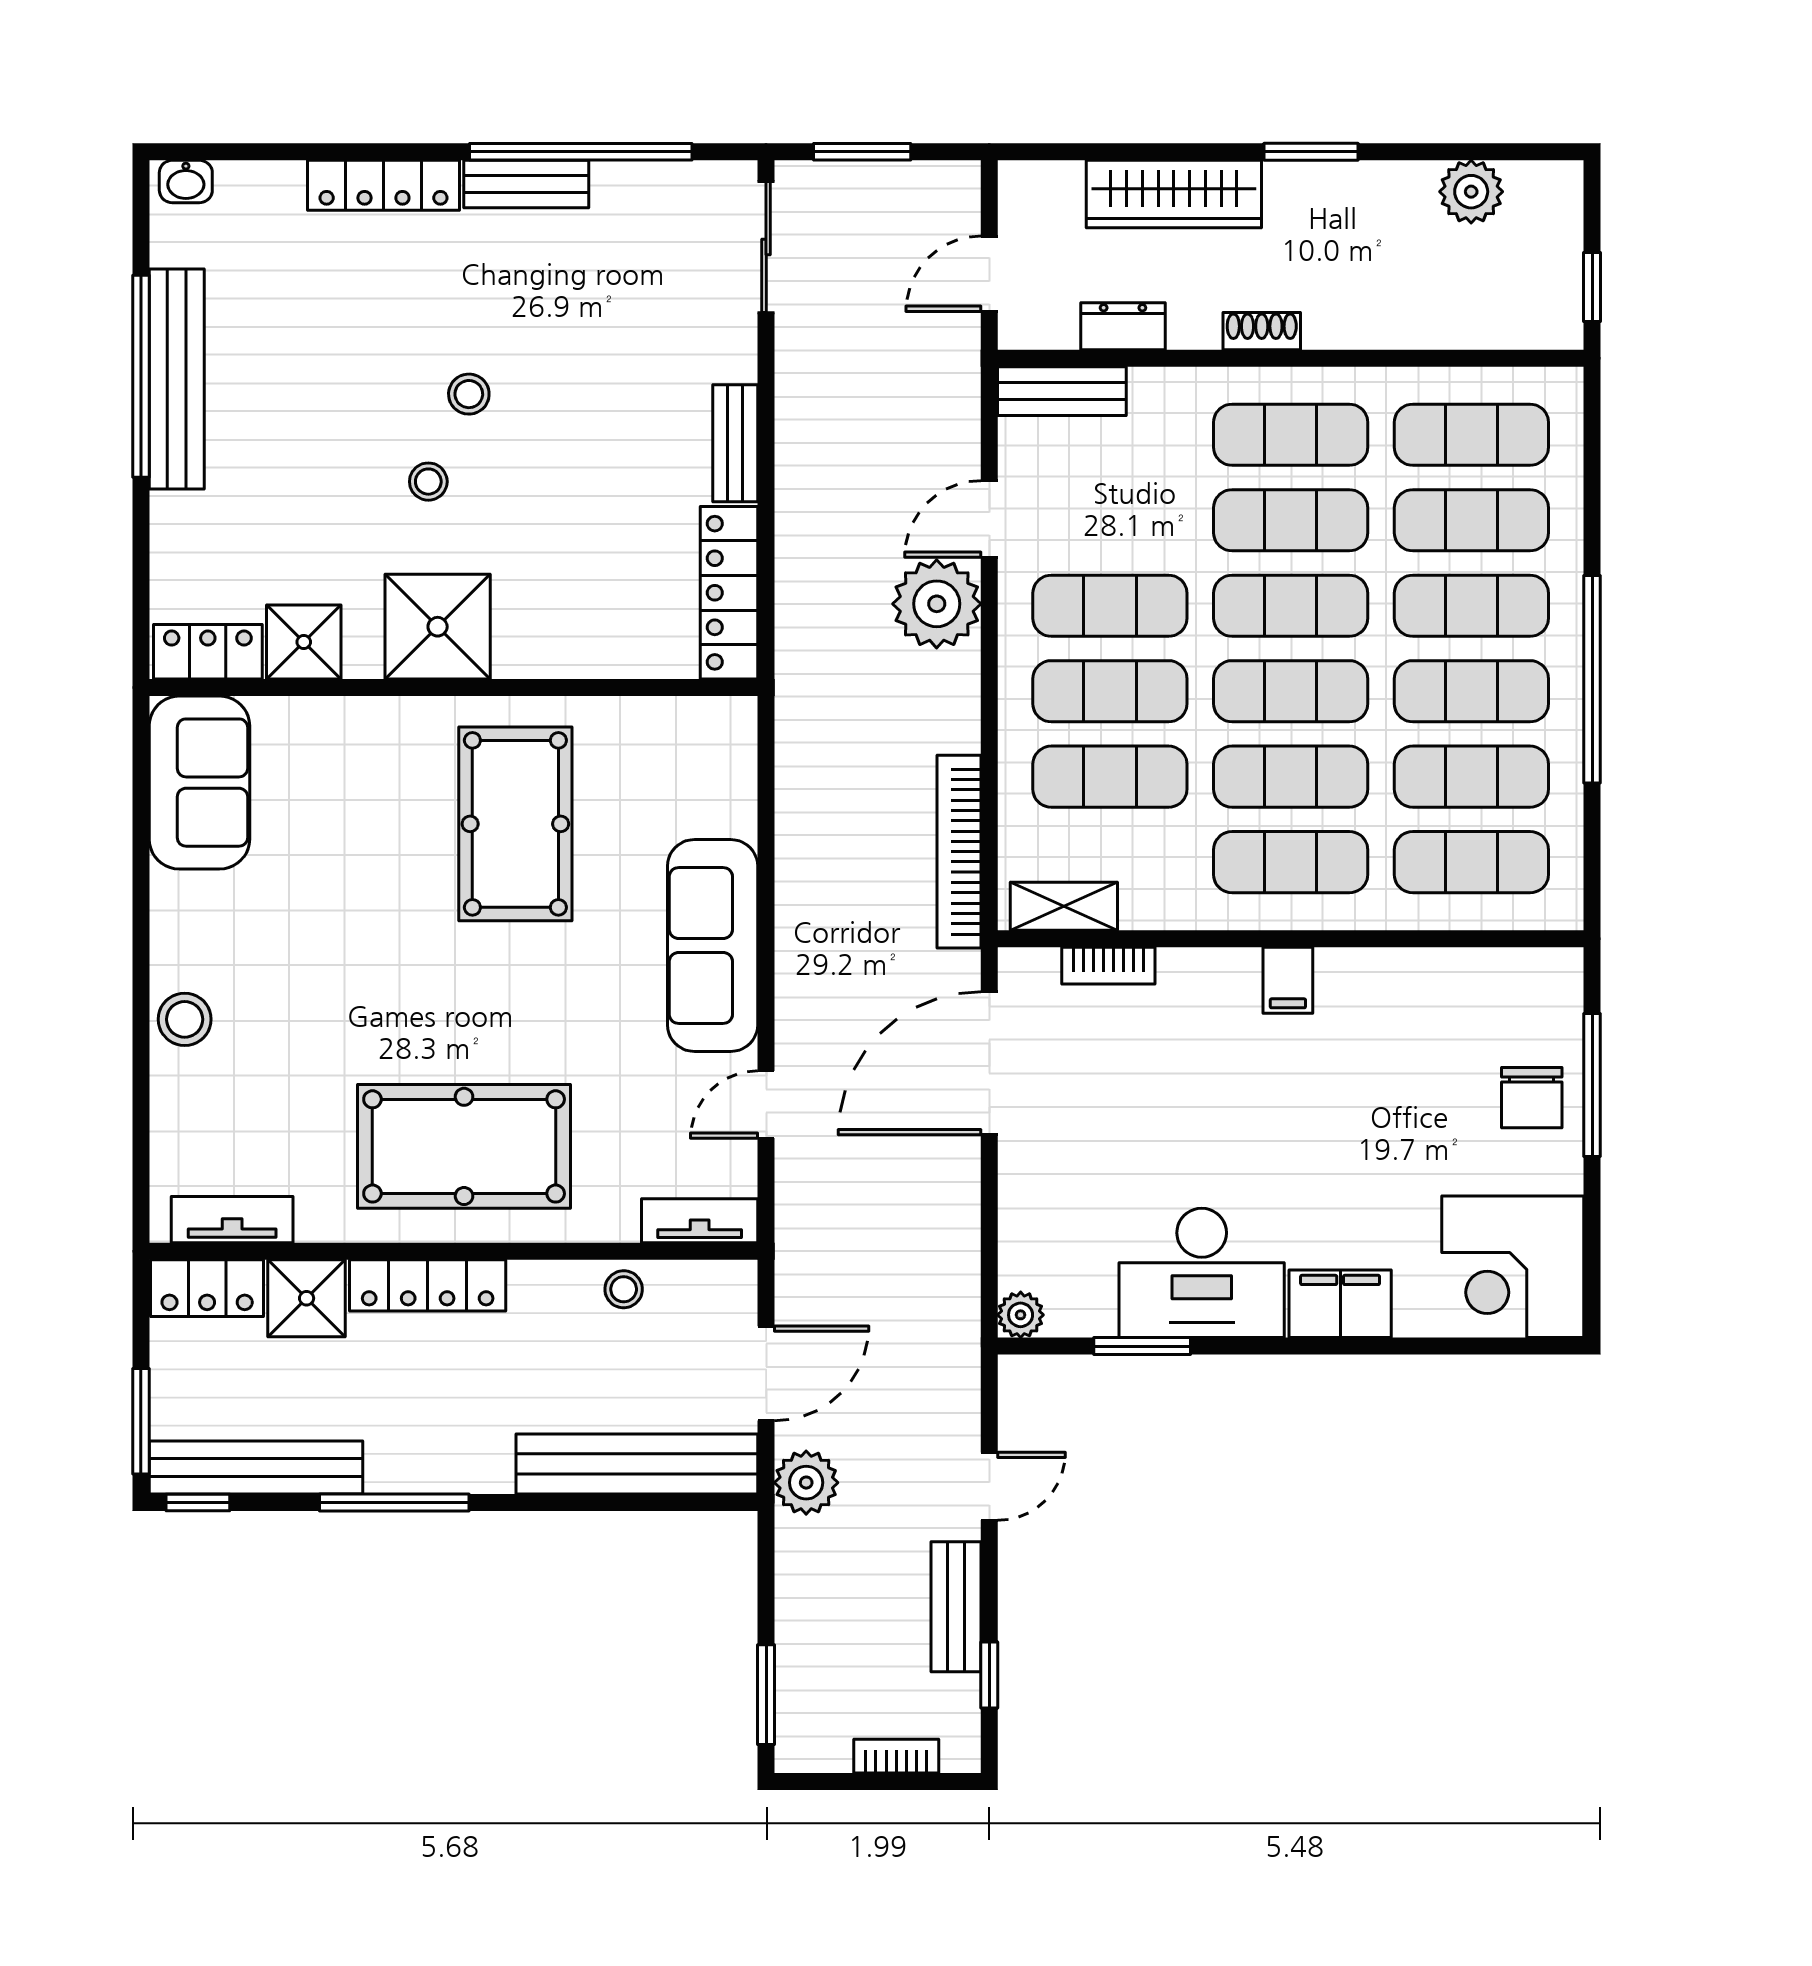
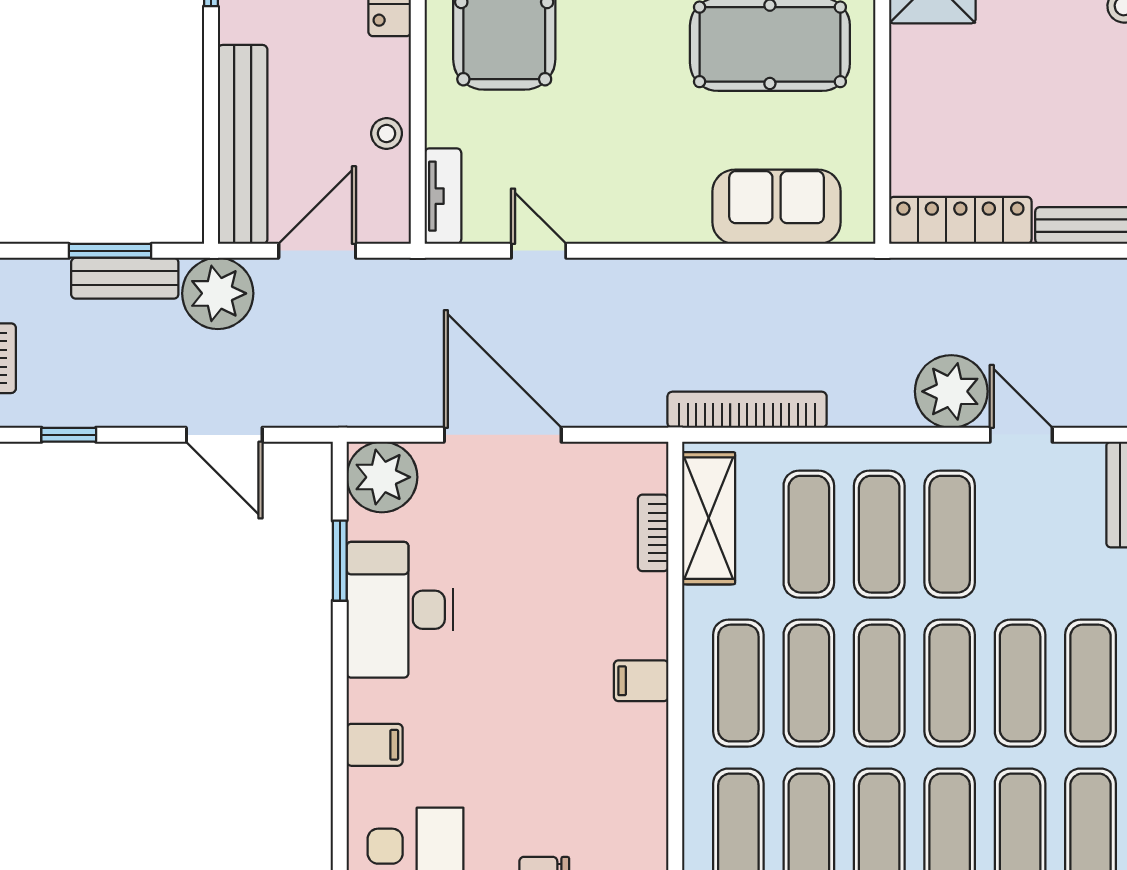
shelving: (1064, 906) -> (709, 518), width x1.50, depth x1.33
sofa: (713, 945) -> (777, 207), moved, width x0.73
door: (989, 1063) -> (503, 435), moved
filing cabinet: (1340, 1304) -> (375, 745), width x0.50
plant: (1021, 1315) -> (382, 477), width x1.88, depth x1.88
door: (766, 1373) -> (317, 251), swing flipped
plant: (806, 1483) -> (218, 293), width x1.36, depth x1.36
door: (989, 1486) -> (224, 435), width x1.38
bench: (956, 1607) -> (125, 278), moved
window: (766, 1695) -> (110, 251), moved

